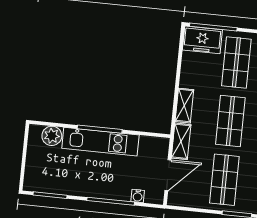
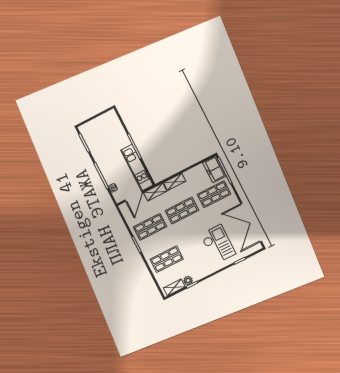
plant: (52, 136) -> (115, 124), removed
kitchen unit: (100, 142) -> (137, 168), moved
door: (168, 175) -> (134, 196), hinge flipped

